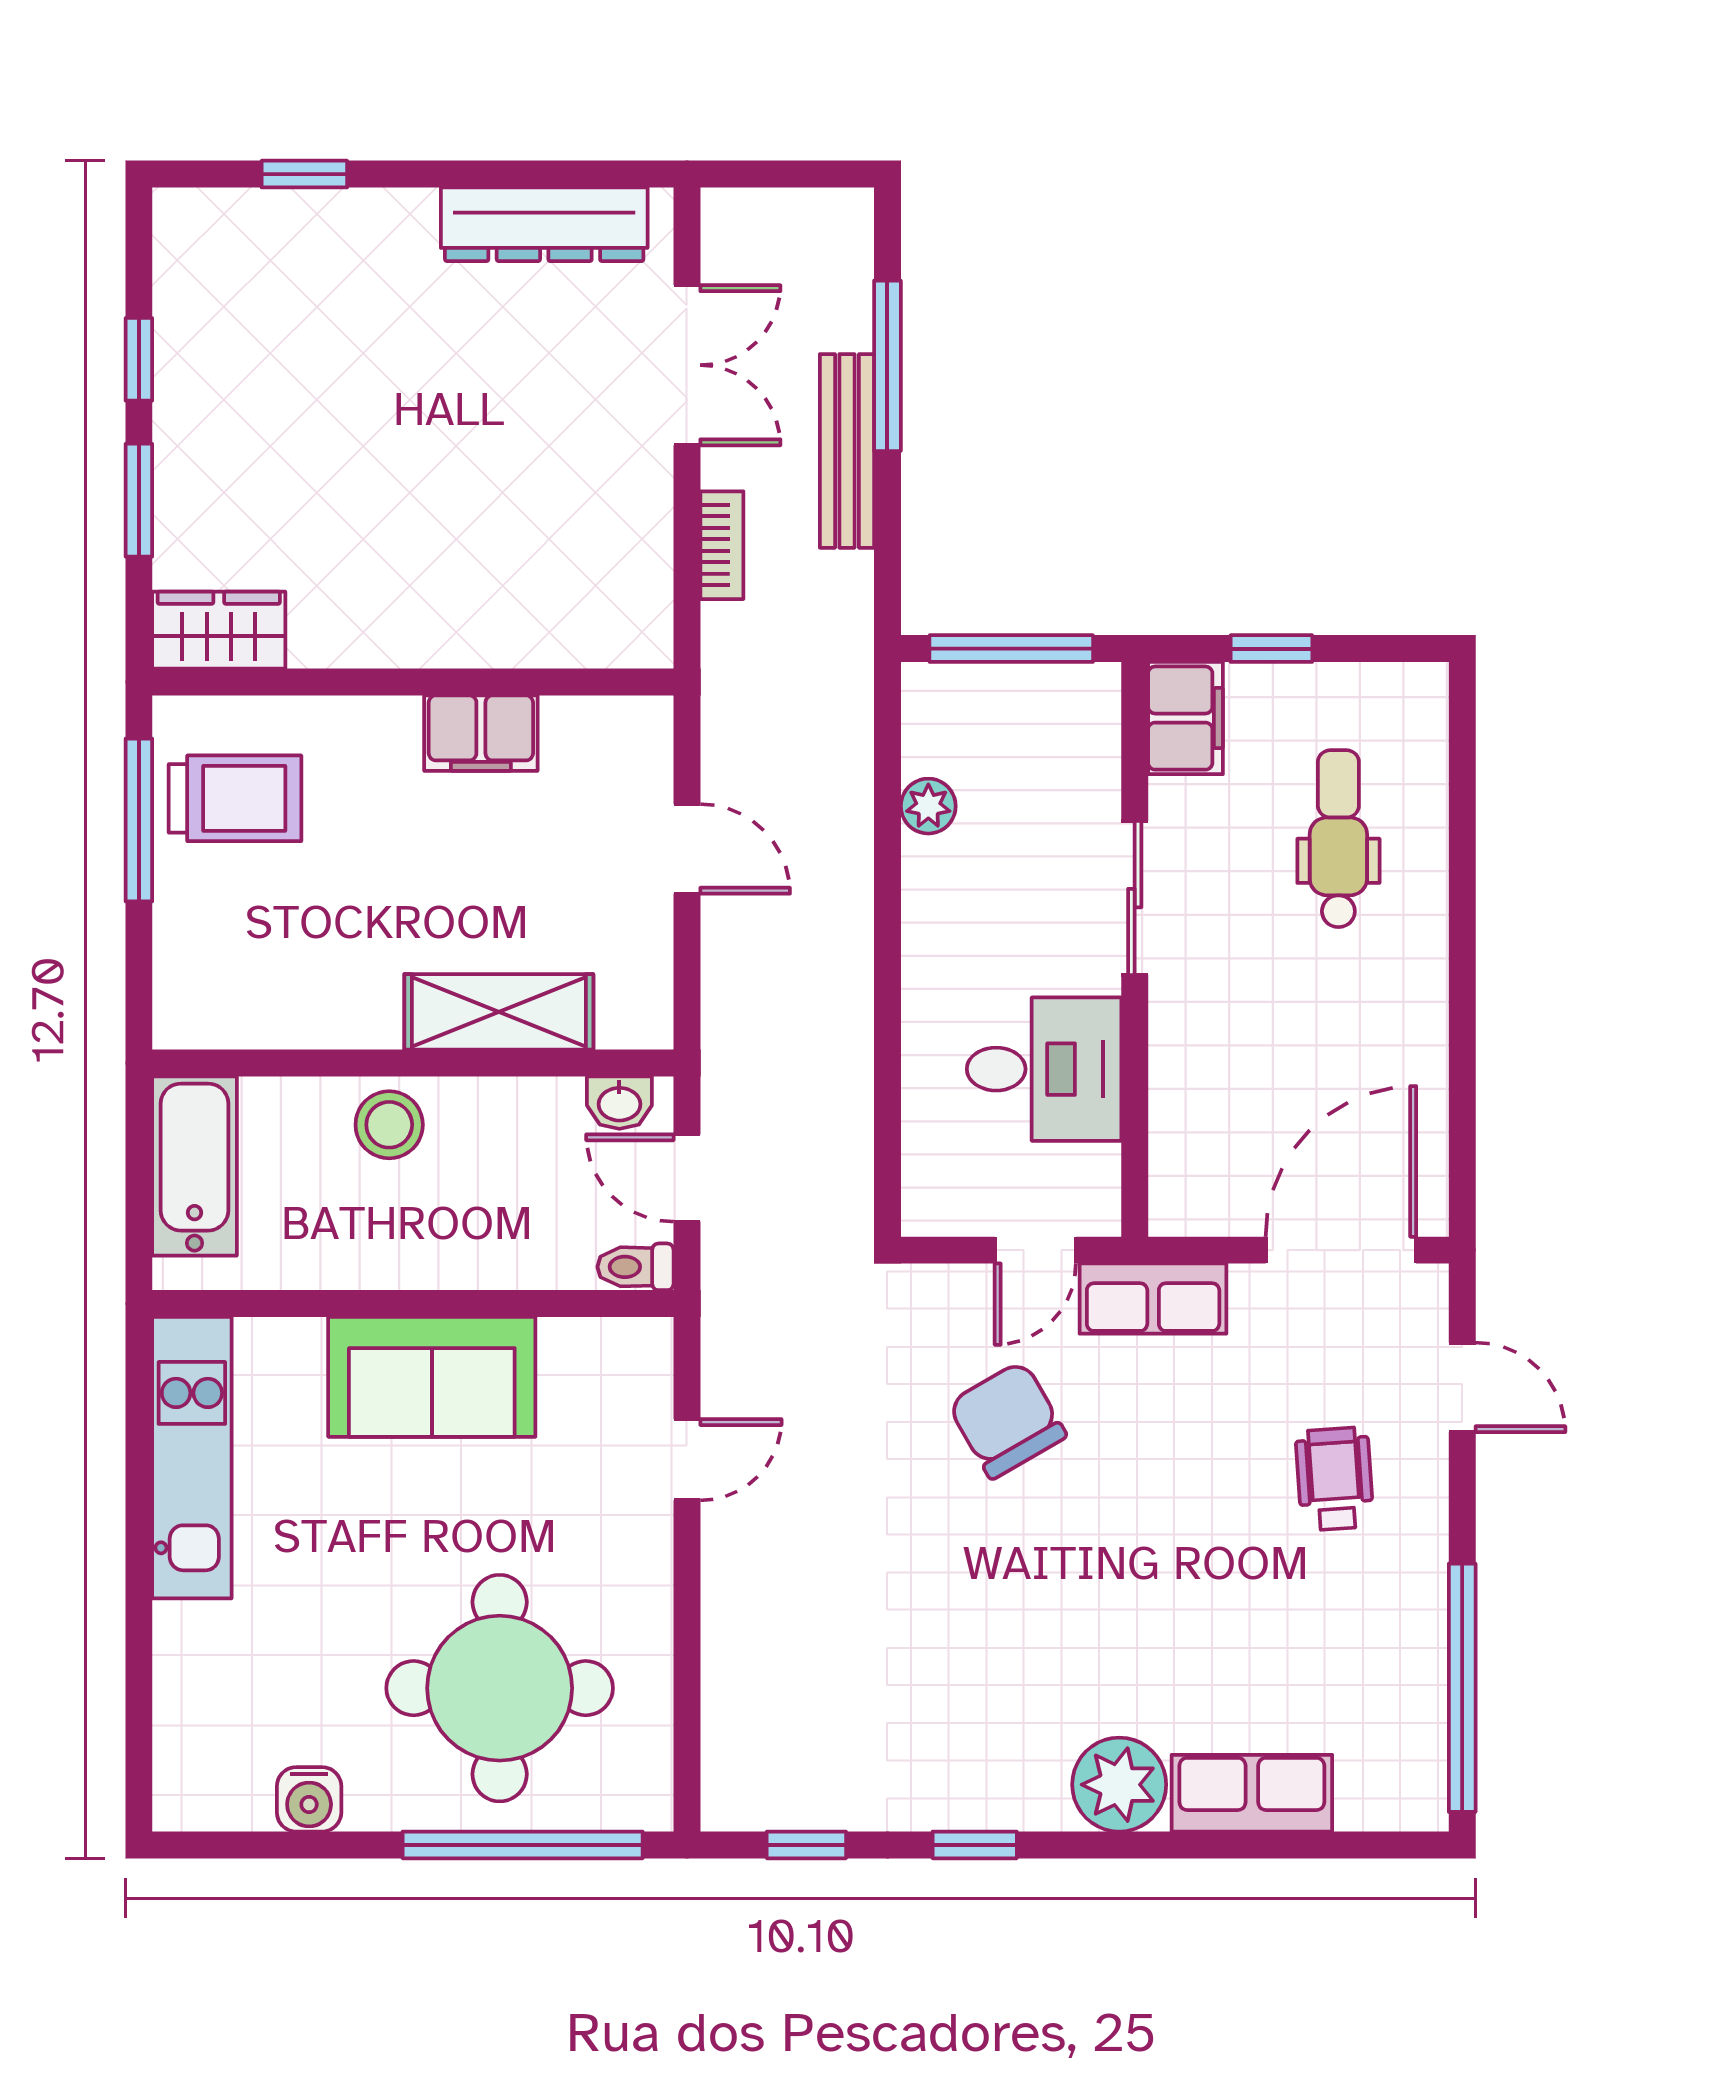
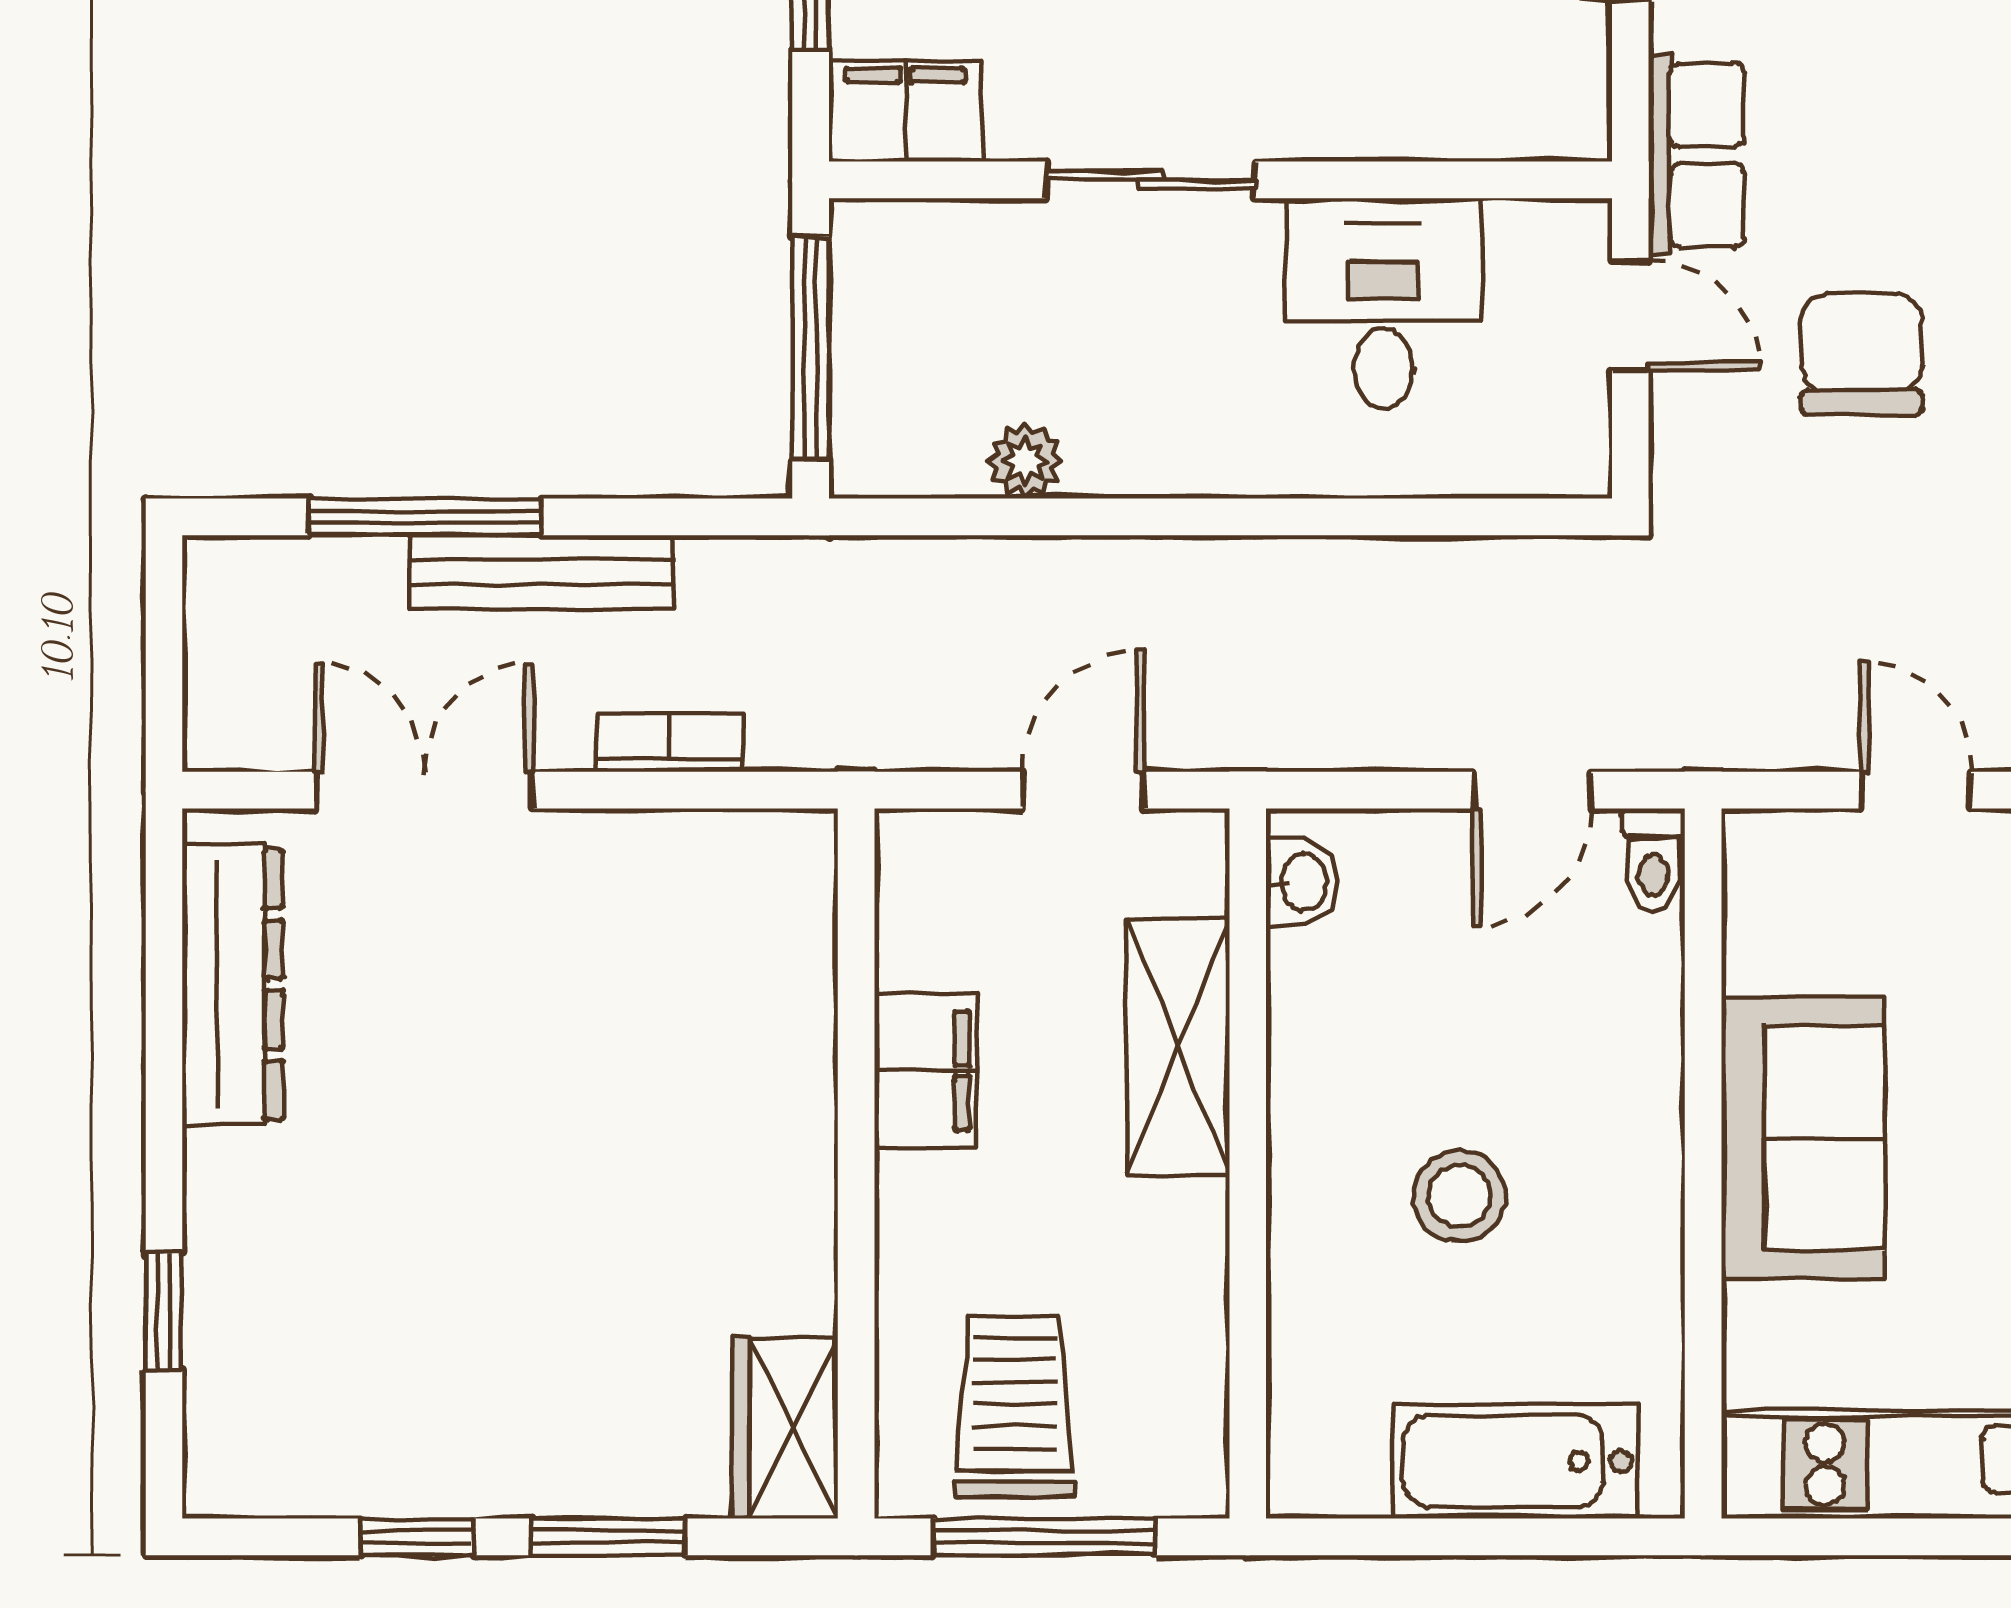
shelving: (499, 1012) -> (1178, 1046), moved
wall: (413, 1063) -> (1248, 1164), moved
washbasin: (619, 1103) -> (1302, 882), moved
chair: (1007, 1420) -> (1862, 354), turned 120

